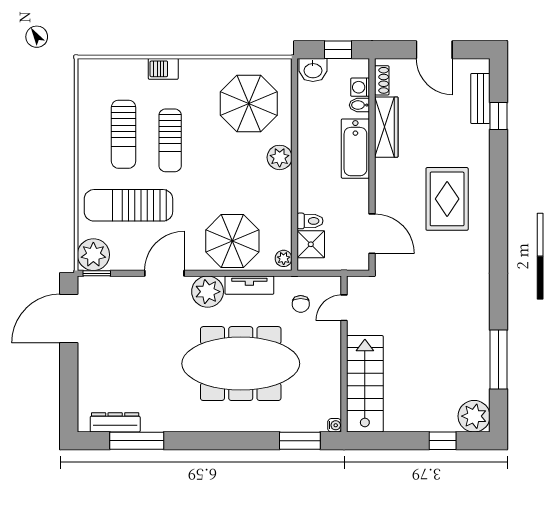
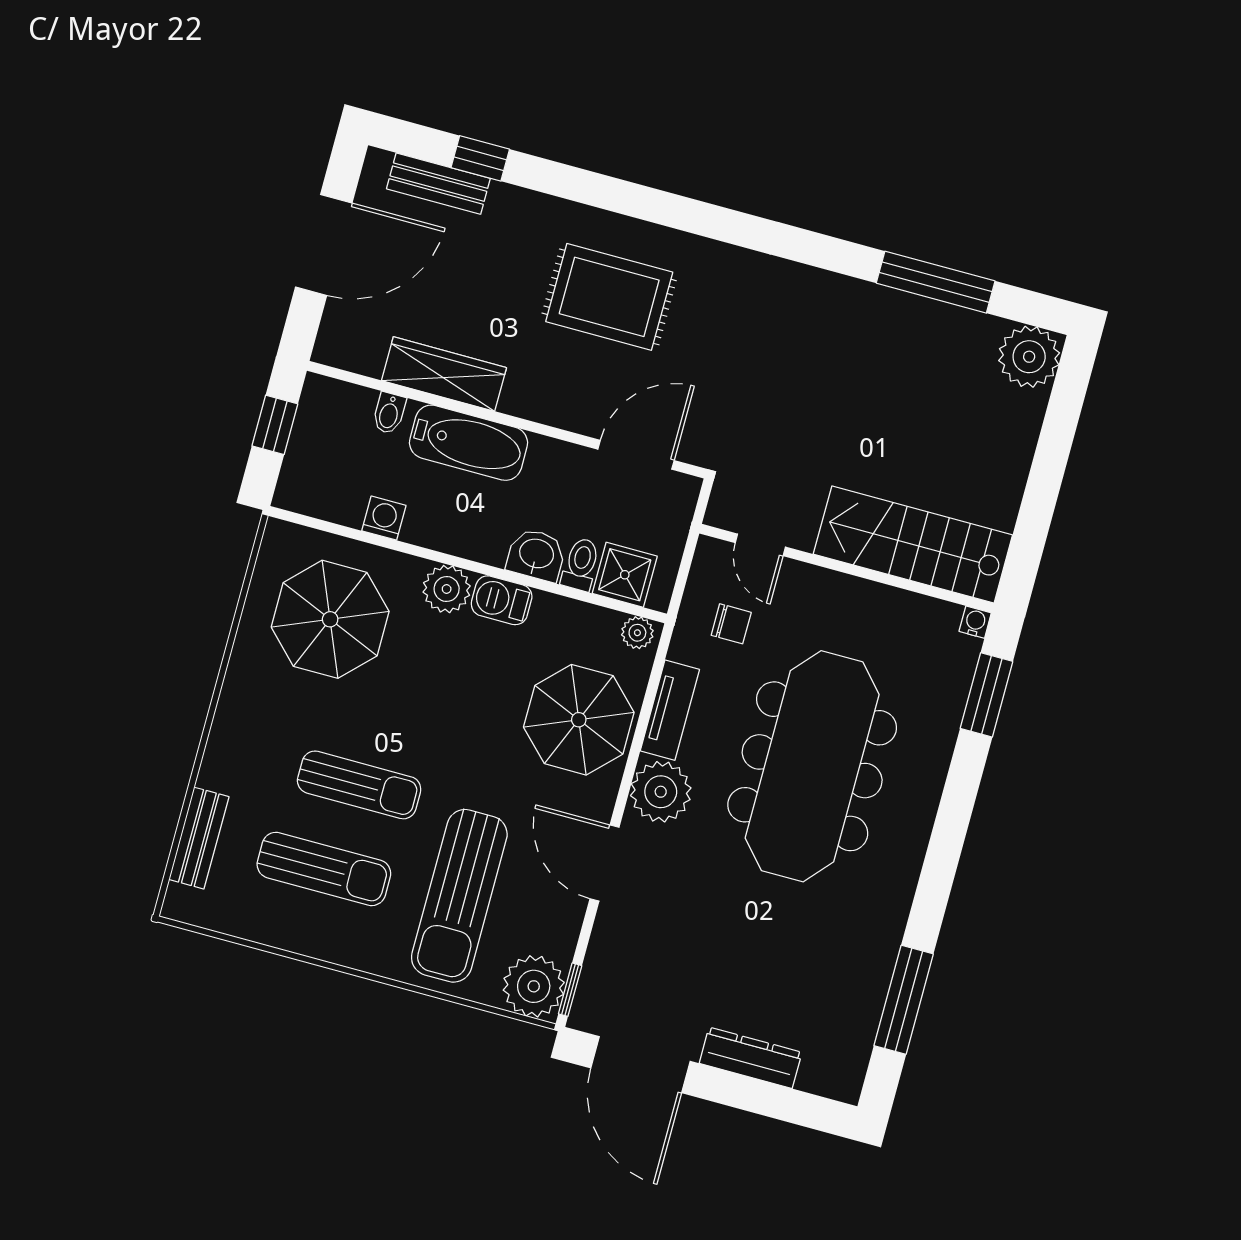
door: (434, 50) -> (324, 245), width x1.36
bench: (122, 68) -> (199, 838), added
barbecue: (163, 69) -> (502, 600), moved, turned 90
washbasin: (313, 70) -> (536, 555), moved, turned -90
shoe rack: (382, 80) -> (354, 359), removed
washing machine: (360, 87) -> (384, 518), moved, turned 180
dresser: (115, 422) -> (751, 1058), moved, turned 90
window: (443, 441) -> (1059, 428), removed

